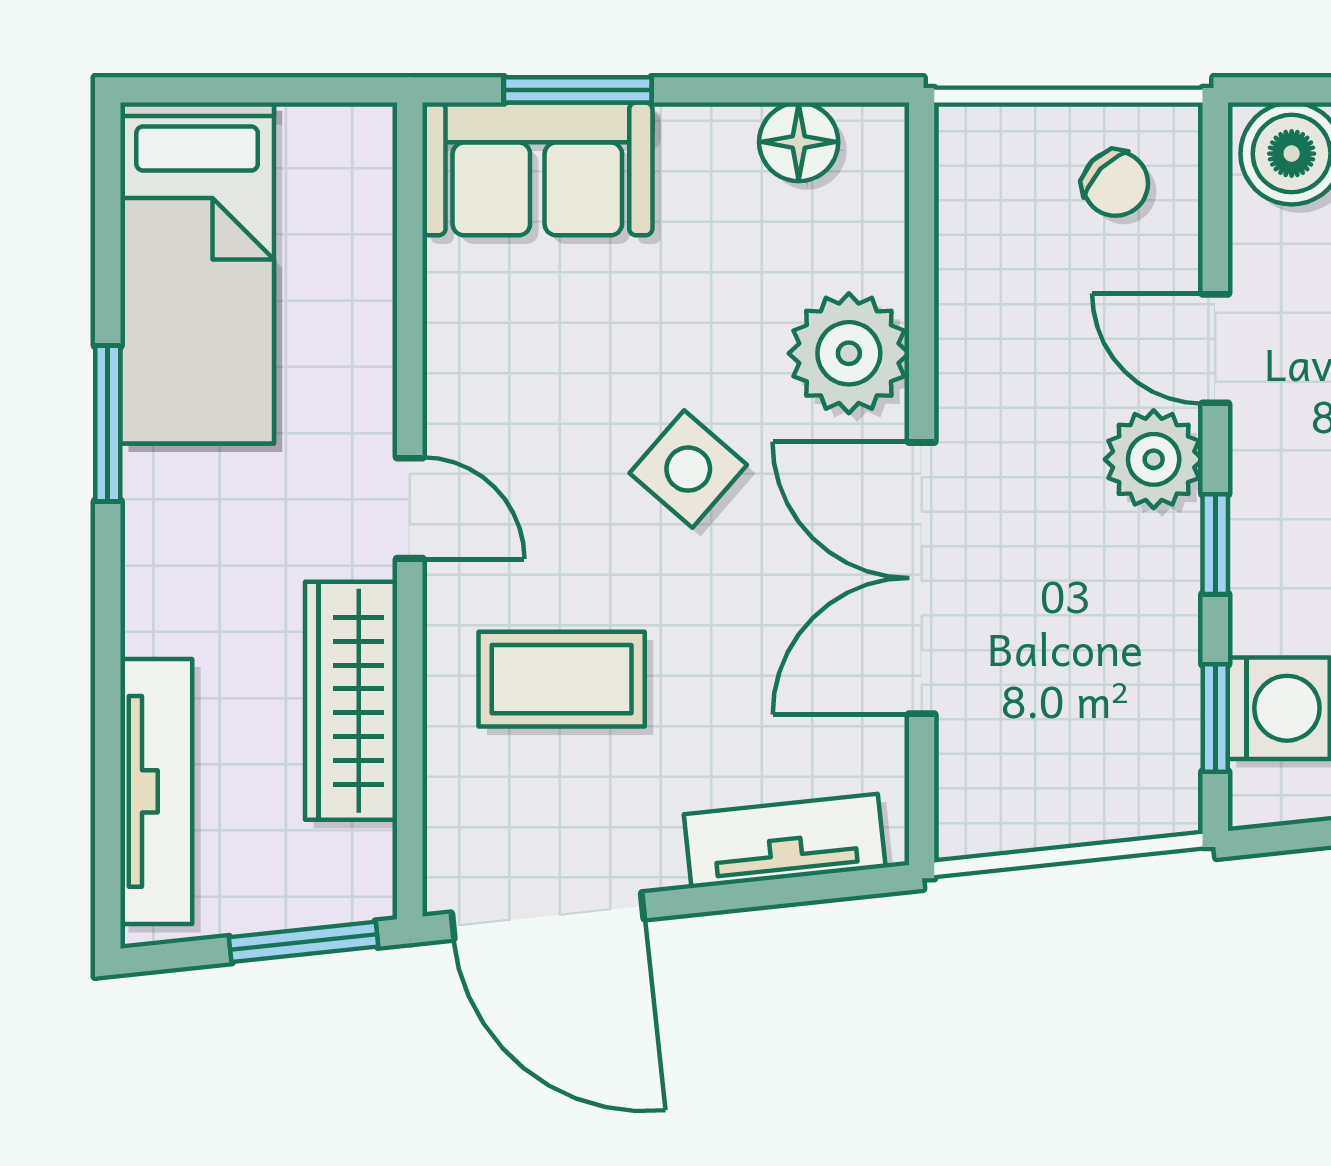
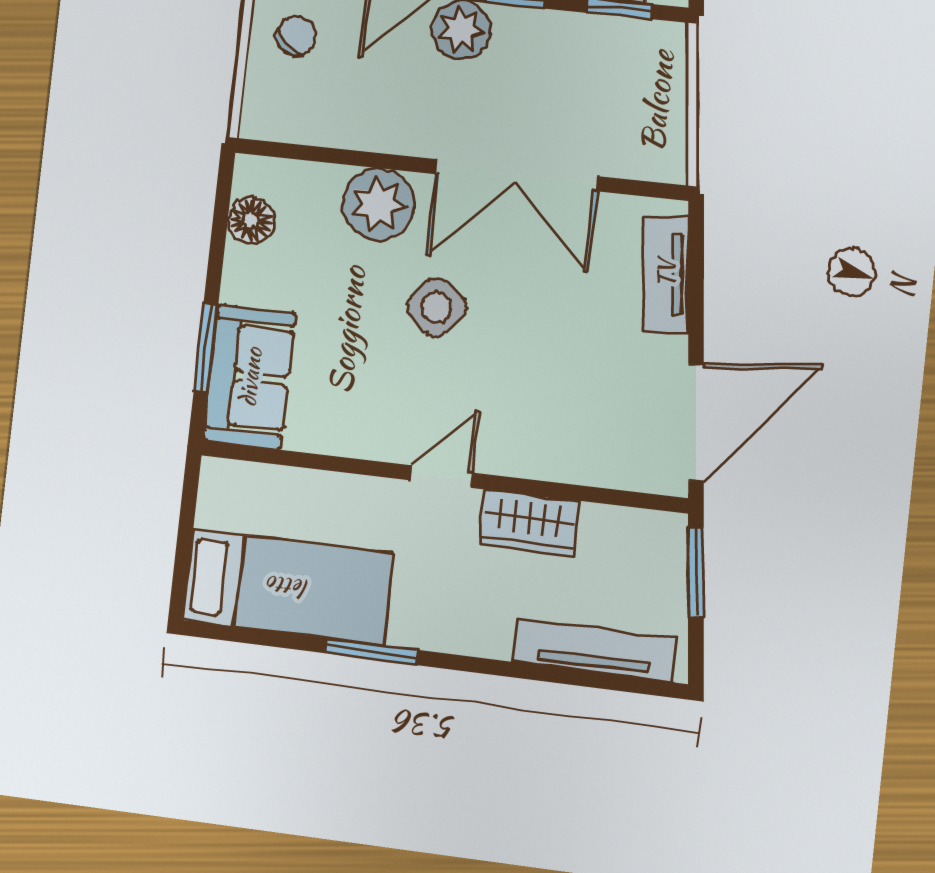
coffee table: (562, 679) -> (554, 397), removed
wardrobe: (351, 701) -> (529, 523), width x0.67

